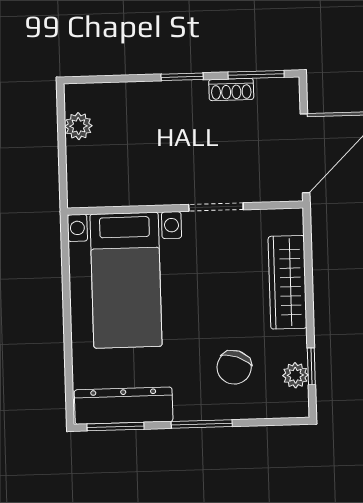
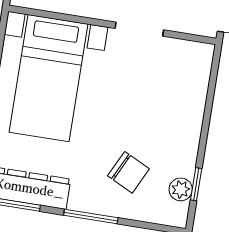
wardrobe: (288, 282) -> (189, 107), removed
chair: (234, 367) -> (128, 172), turned -84

